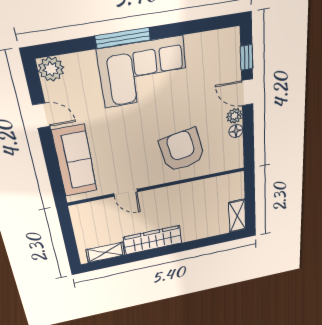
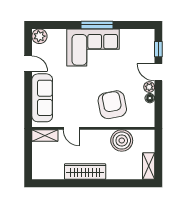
window: (123, 38) -> (97, 25), moved
boiler: (199, 193) -> (122, 141), added
shelving: (105, 252) -> (45, 136), moved

